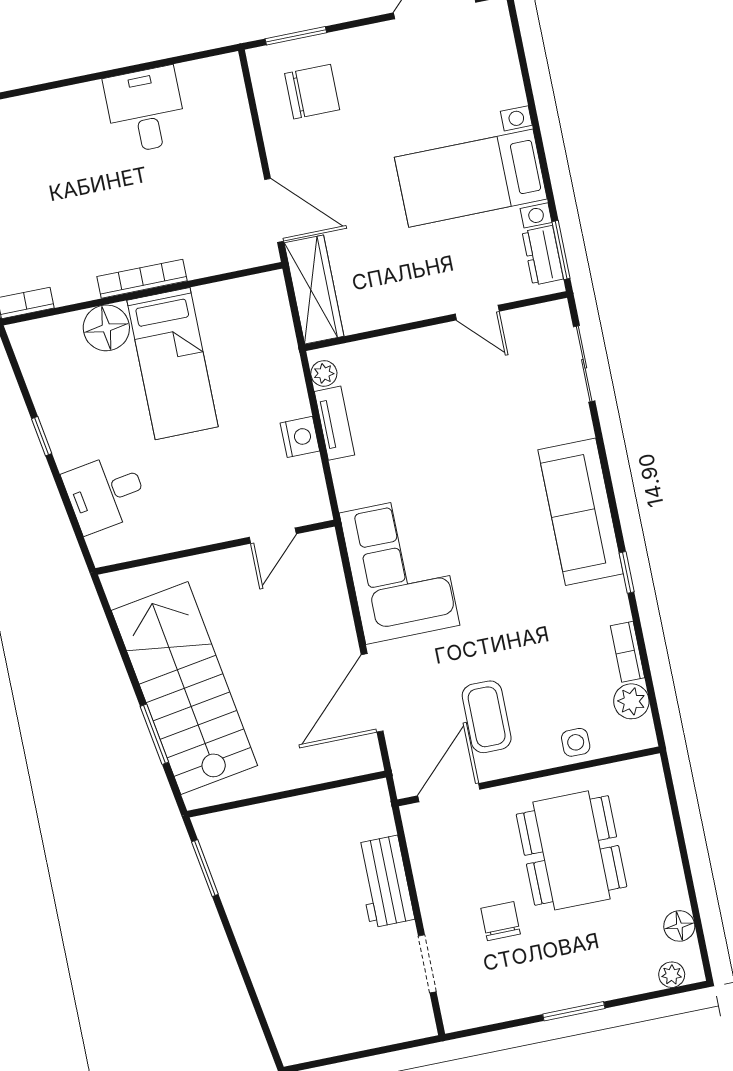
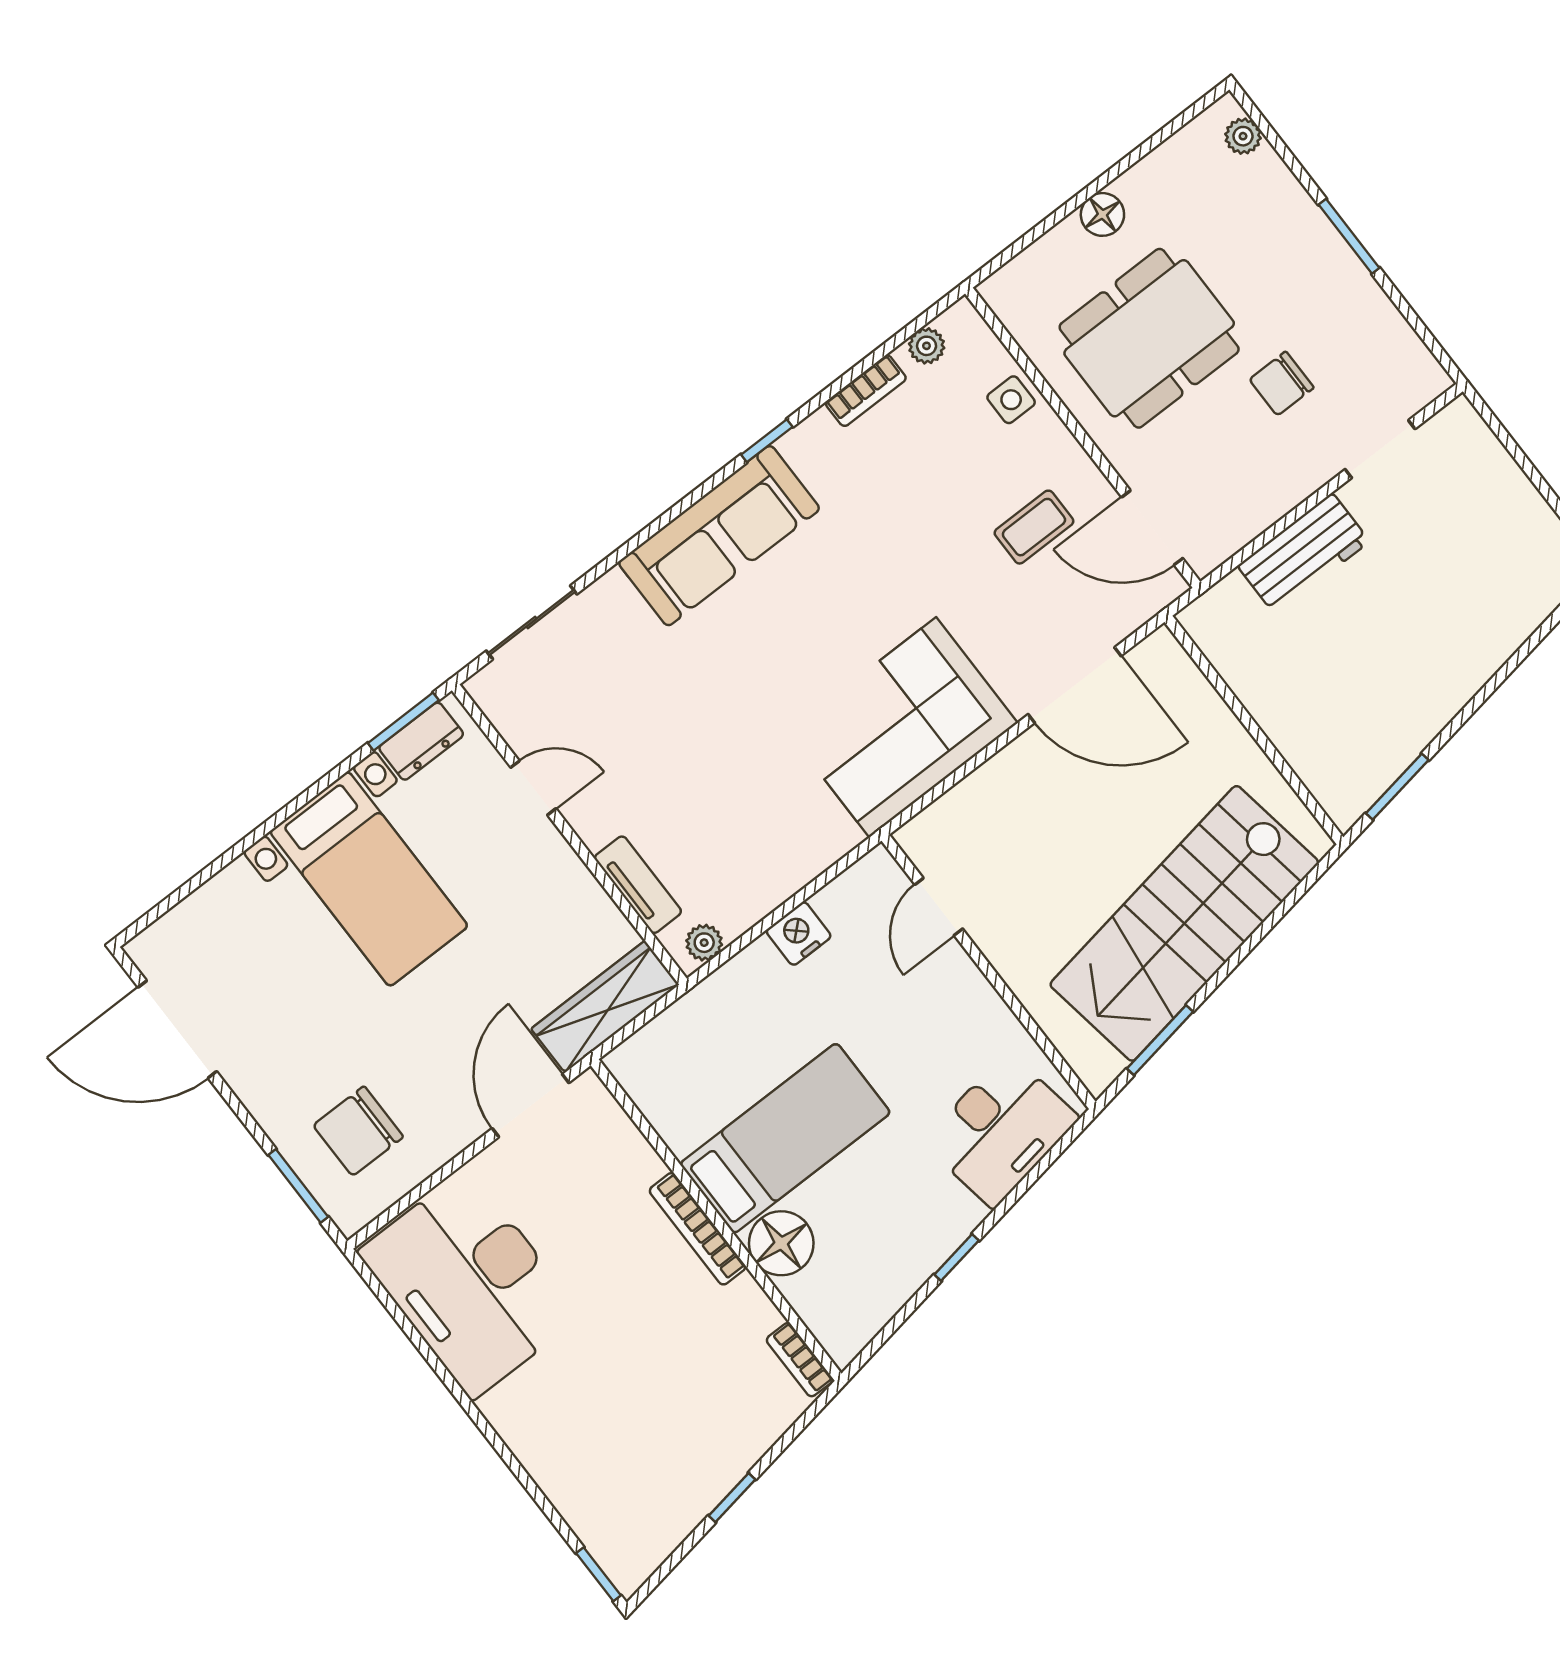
chair: (312, 92) -> (358, 1131), turned -90
desk: (145, 110) -> (470, 1284), width x1.87, depth x1.30
door: (477, 313) -> (533, 788), hinge flipped
tv unit: (335, 423) -> (638, 885), moved, turned 90
desk: (105, 493) -> (1000, 1130), width x1.37
door: (273, 536) -> (939, 907), swing flipped
plant: (631, 701) -> (927, 346), width x0.73, depth x0.73
coffee table: (487, 717) -> (1034, 527), width x0.73, depth x0.77
window: (154, 734) -> (1160, 1040), moved
floor lamp: (679, 926) -> (1102, 214), moved

